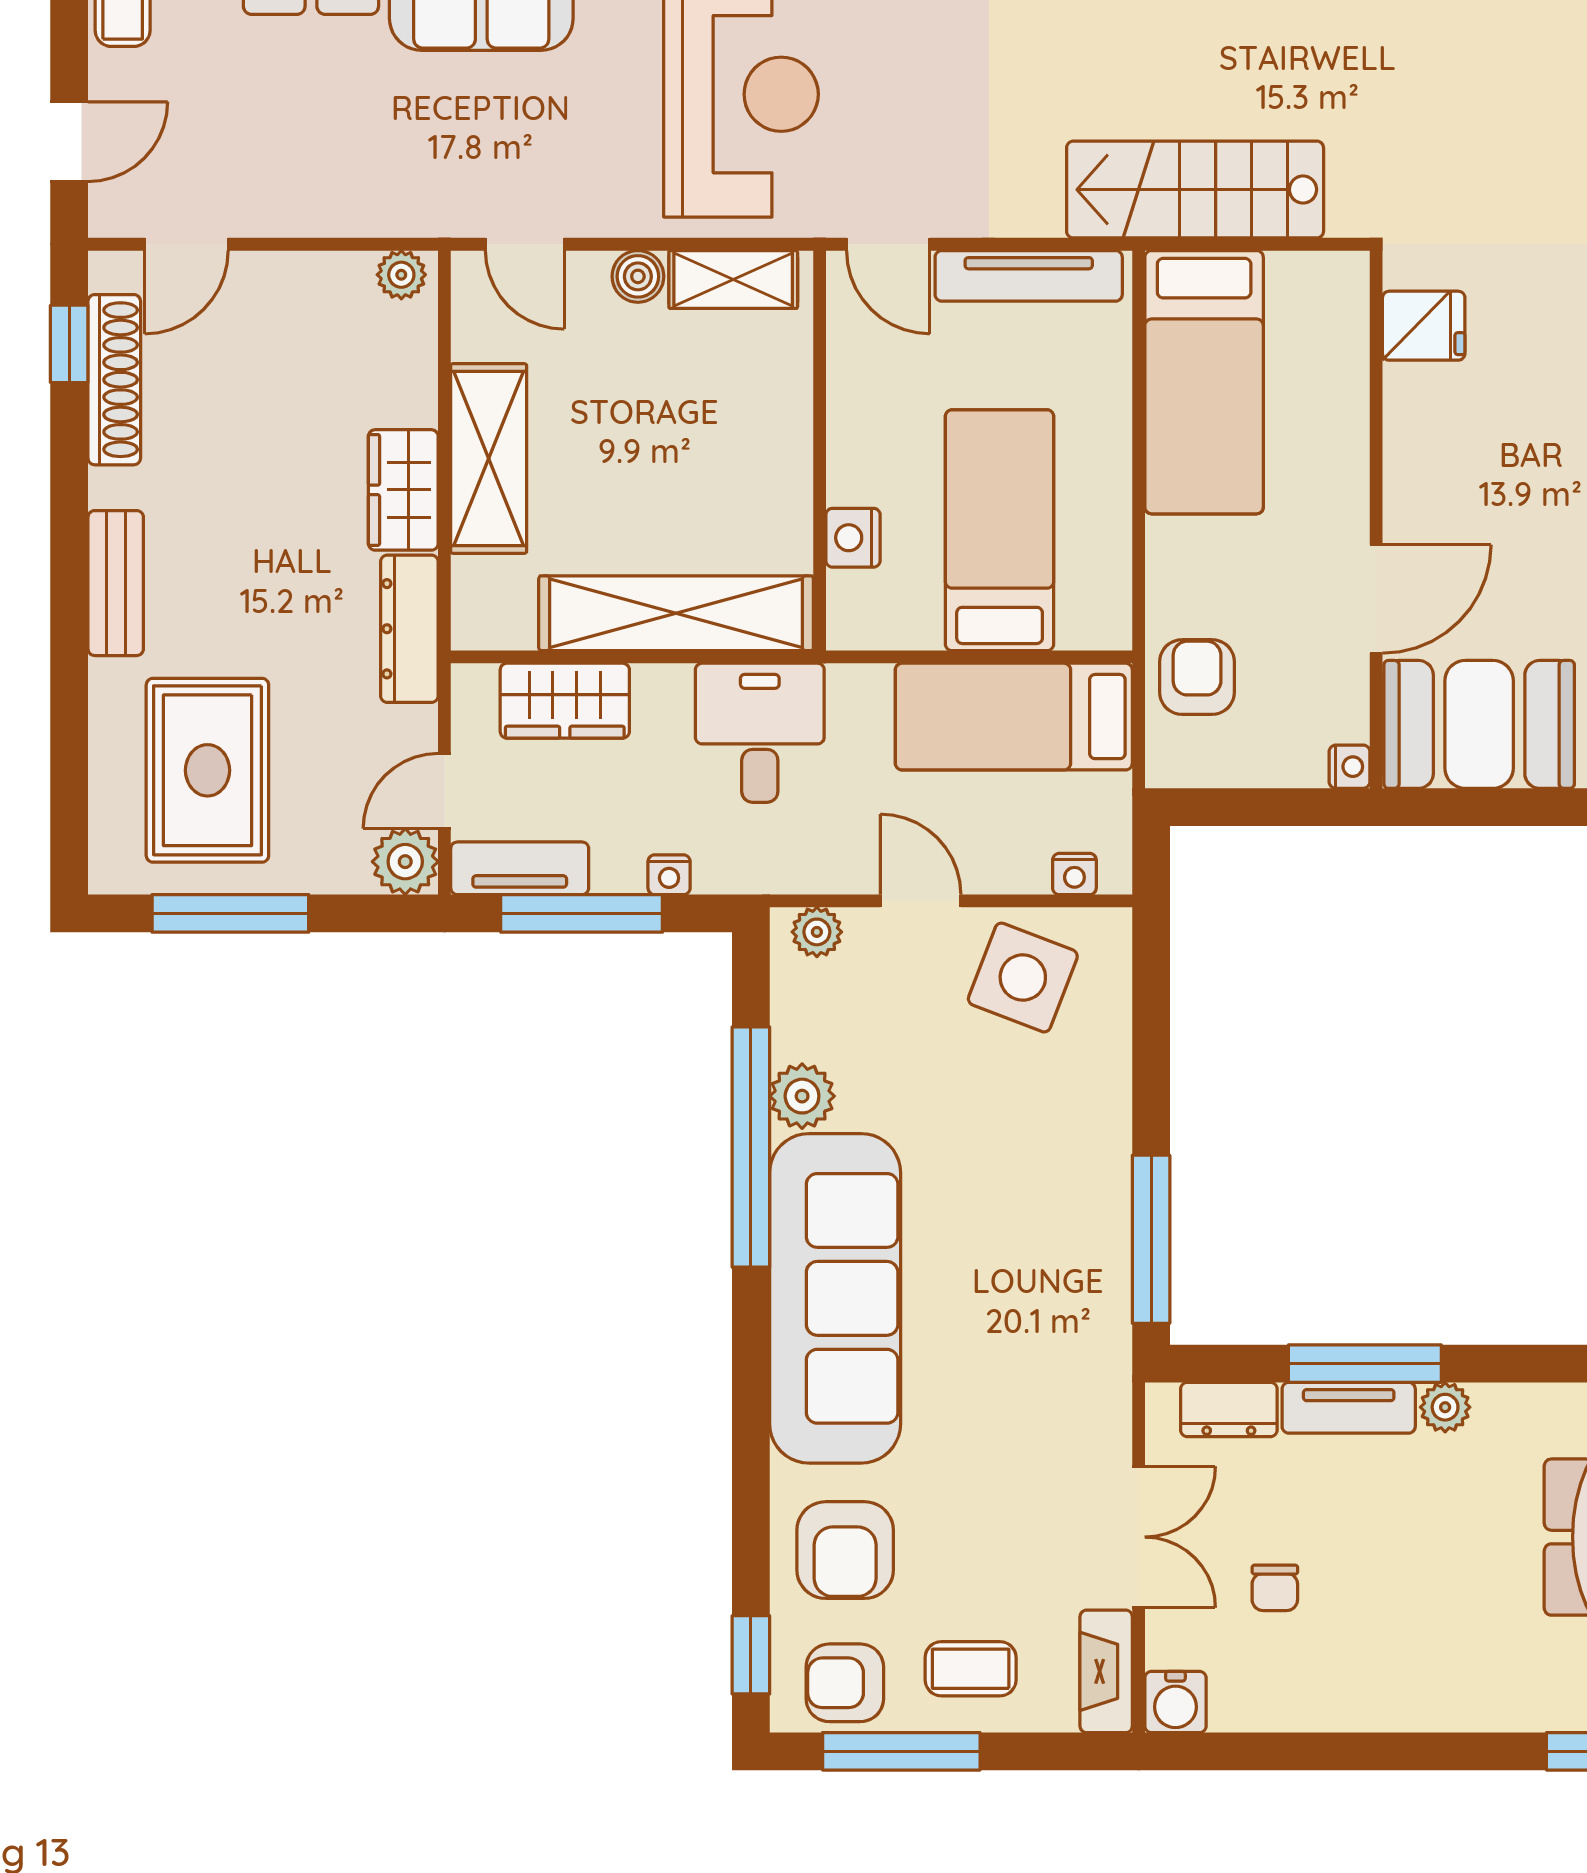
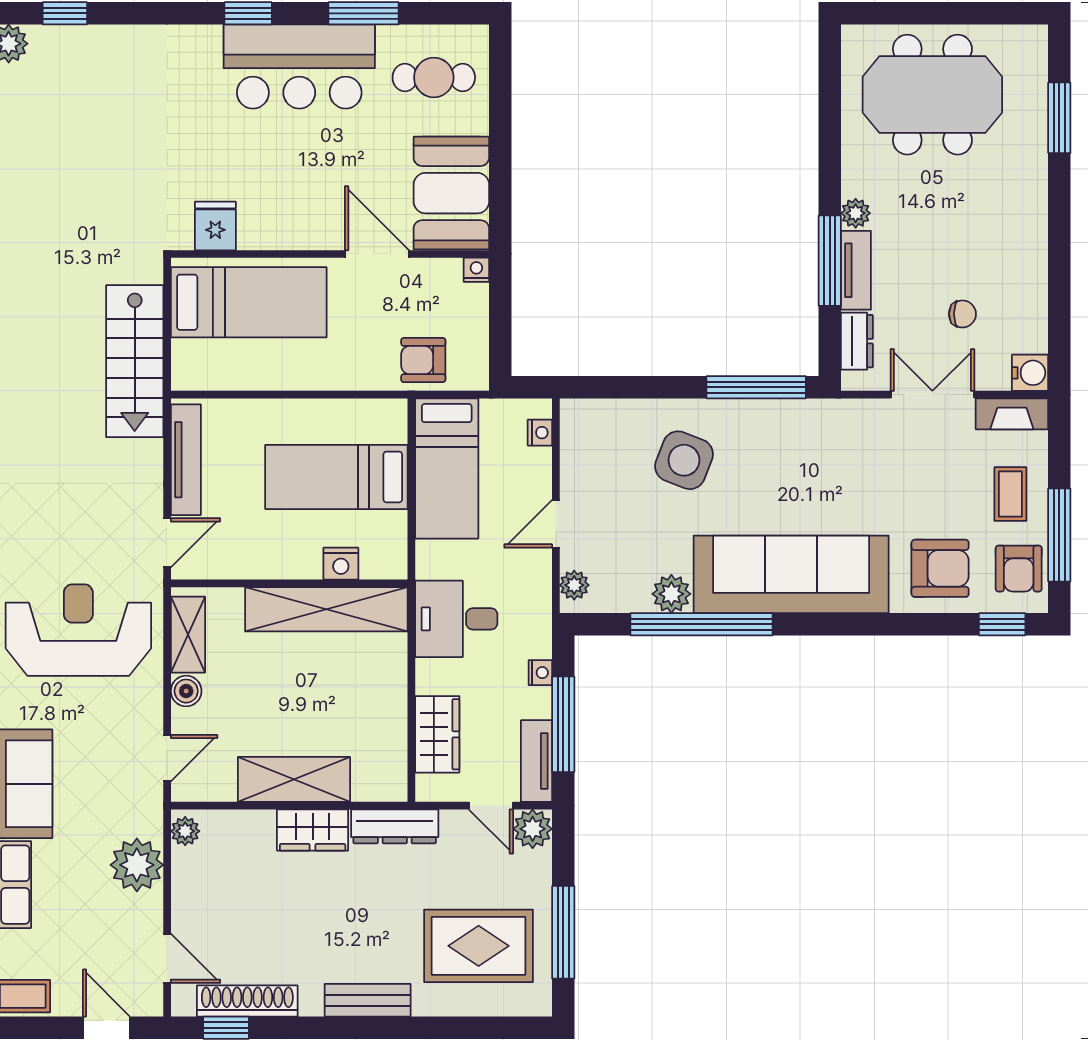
plant: (344, 193) -> (137, 865), added
bed: (1204, 382) -> (249, 302), moved
shelving: (676, 613) -> (326, 609), moved, turned 90
side table: (1023, 978) -> (684, 460), moved

